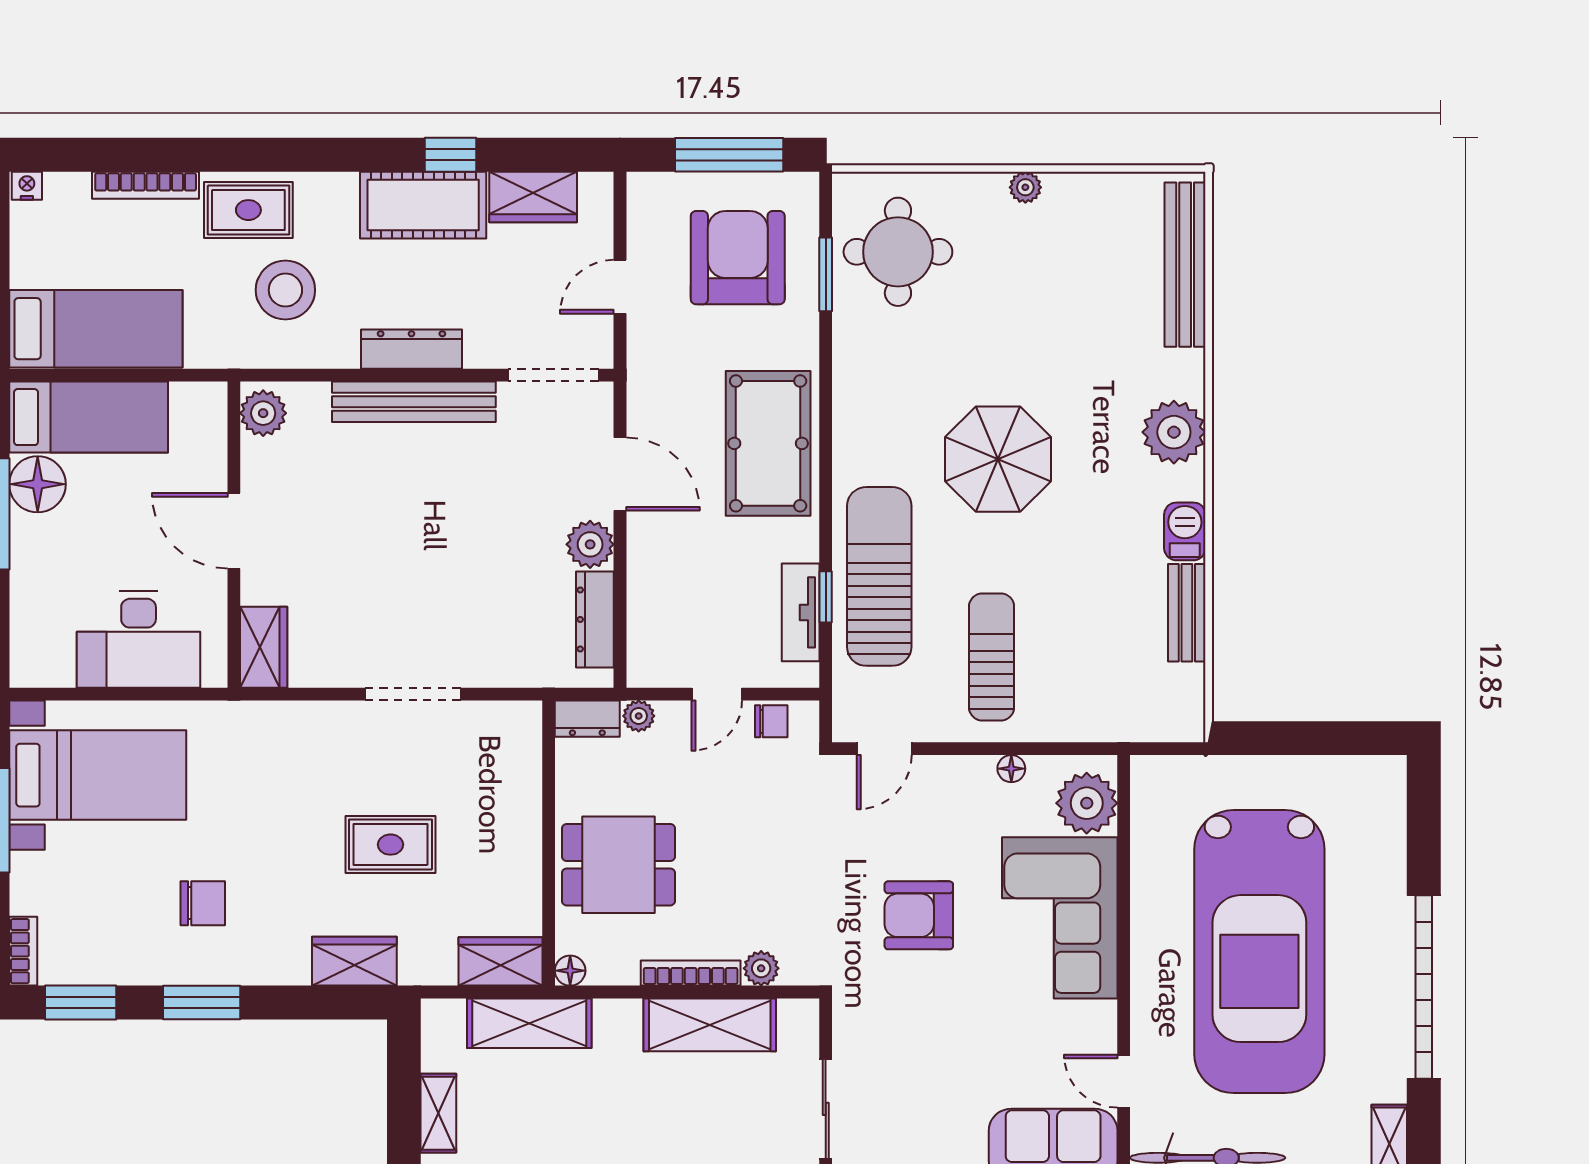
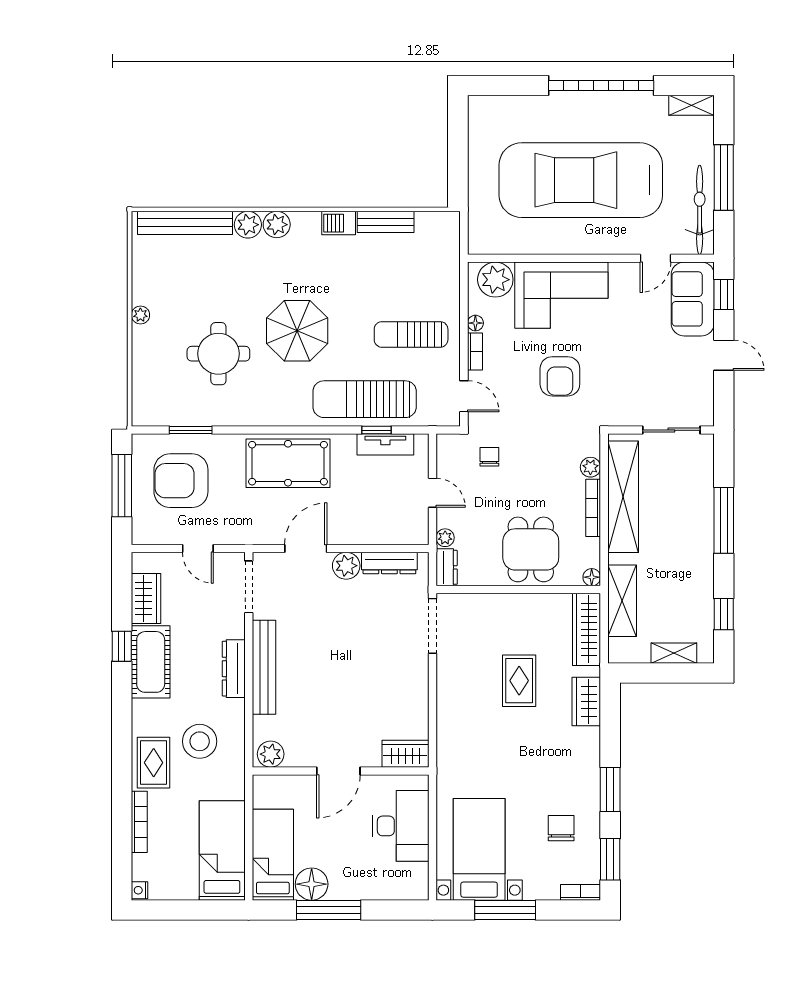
round table: (898, 252) -> (218, 354), moved
plant: (1182, 374) -> (248, 225), added
plant: (1174, 432) -> (277, 225), width x0.73, depth x0.73
doorway: (413, 694) -> (432, 626), moved
chair: (771, 721) -> (489, 457), moved
bookcase: (962, 768) -> (475, 352), added
chair: (203, 903) -> (561, 828), moved
car: (1259, 952) -> (581, 180), turned 180
wardrobe: (500, 961) -> (587, 629), width x1.50
shelving: (710, 1025) -> (623, 497), width x1.47

